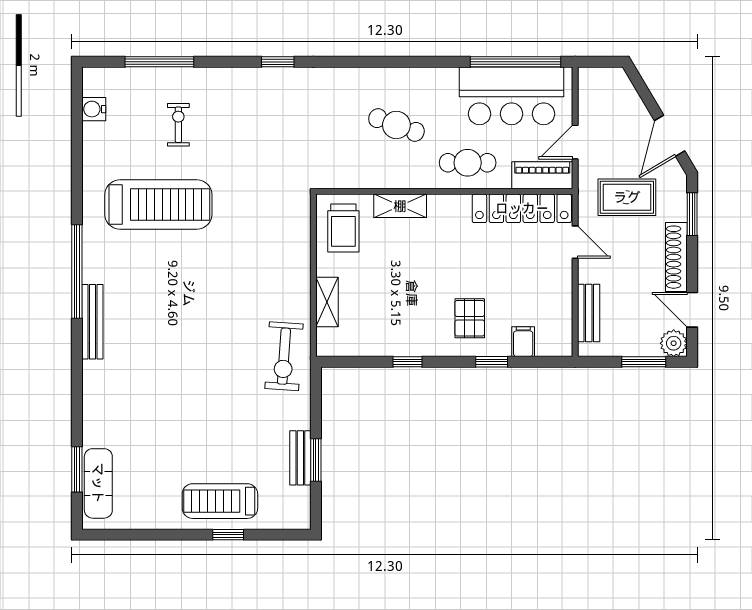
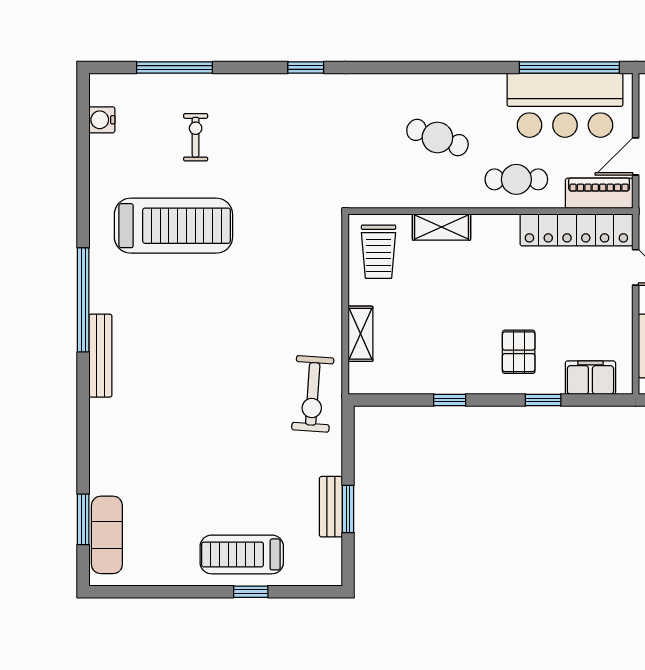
filing cabinet: (523, 342) -> (590, 378), width x2.00

